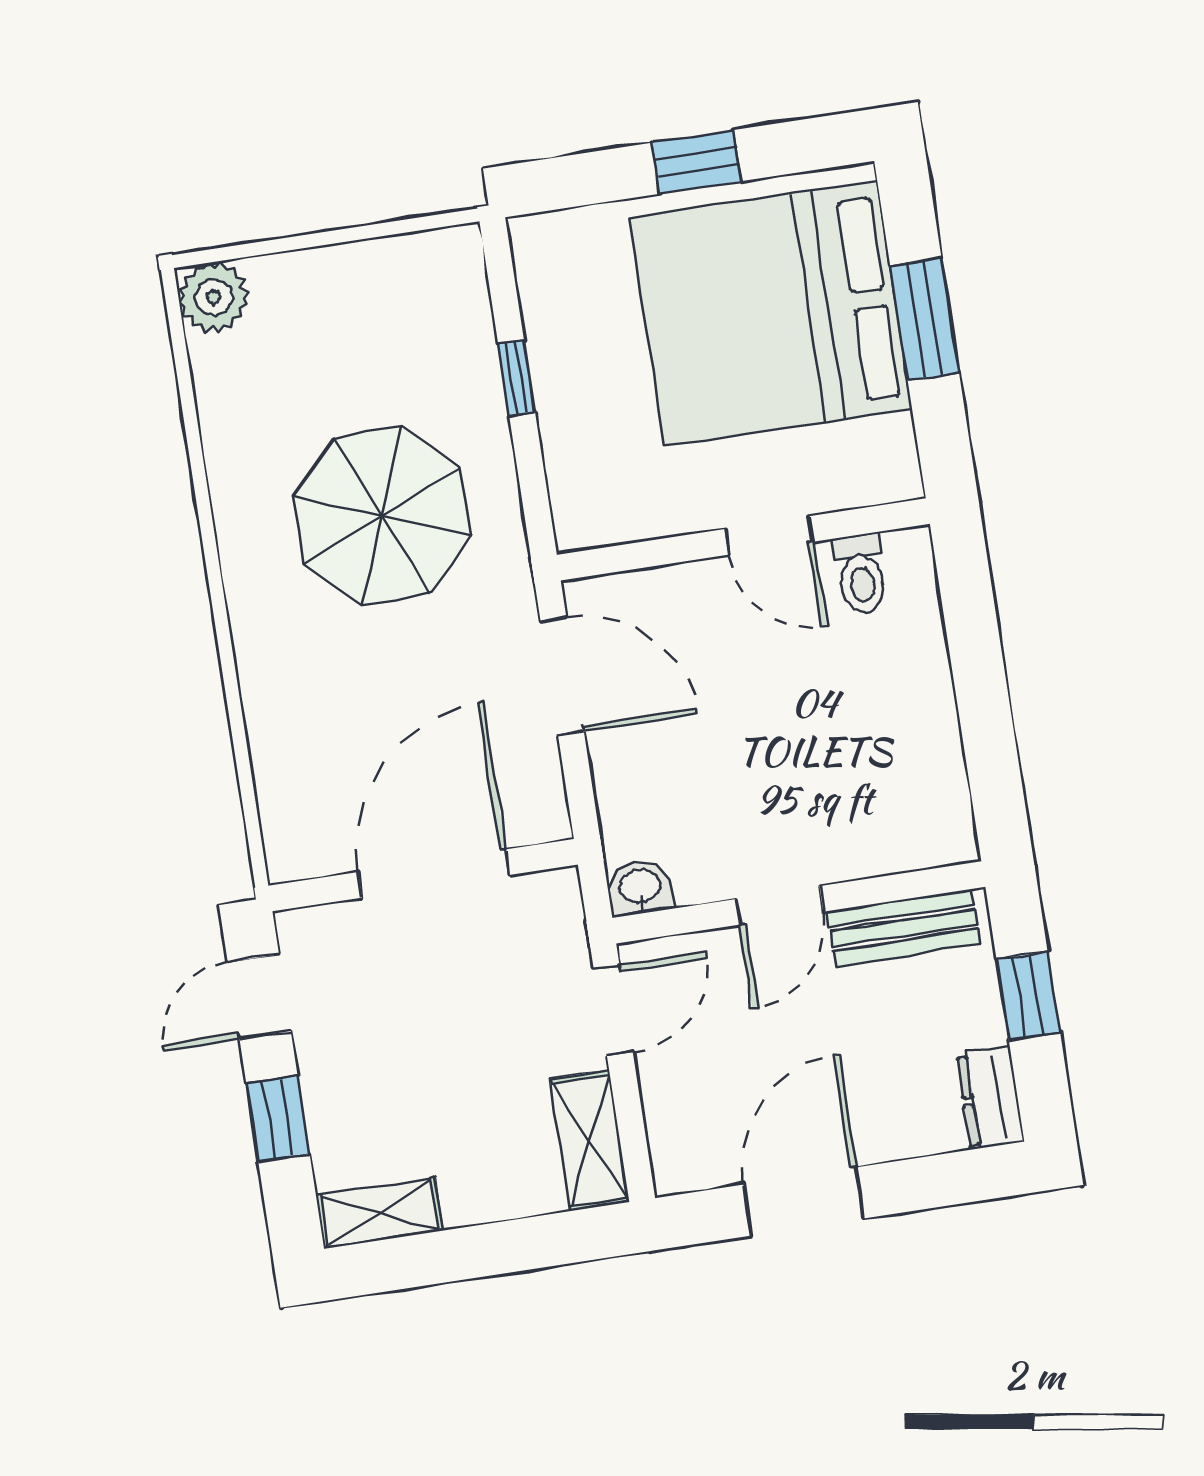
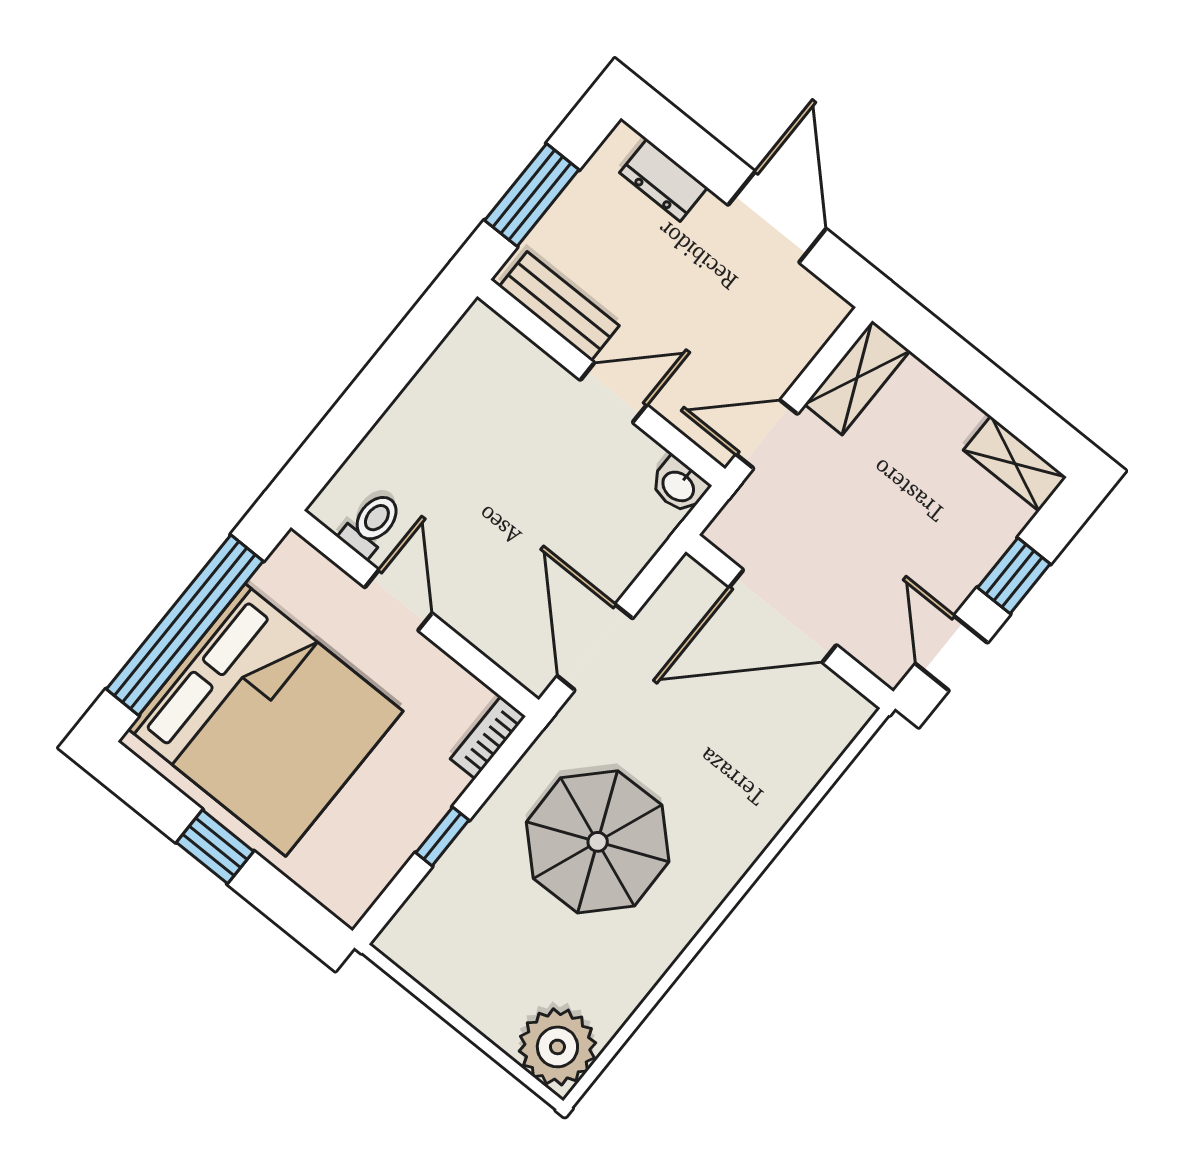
plant: (214, 297) -> (557, 1047), width x1.36, depth x1.36
window: (925, 319) -> (185, 625), width x2.11
bookcase: (569, 503) -> (488, 738), added
window: (1028, 995) -> (532, 195), width x1.50
door: (259, 997) -> (951, 653), swing flipped
dresser: (990, 1098) -> (664, 180), moved, turned 90
door: (804, 1201) -> (777, 217), swing flipped

